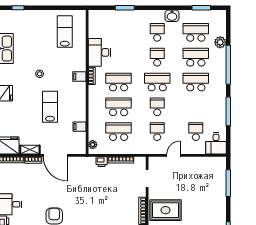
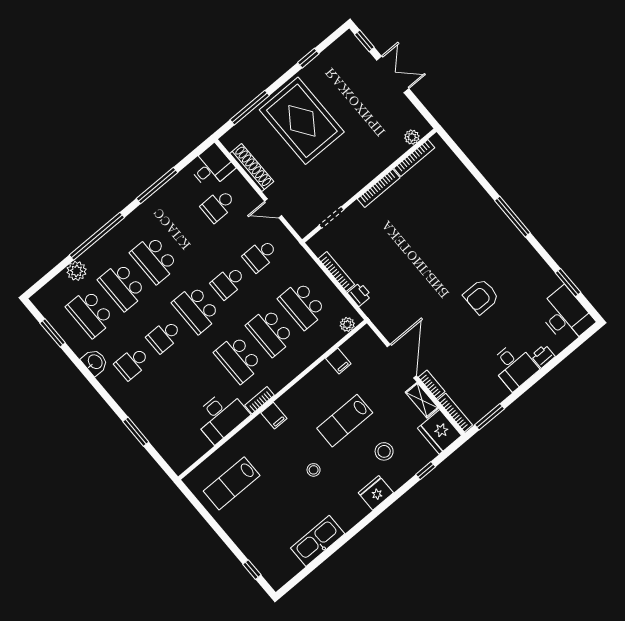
stool: (21, 113) -> (384, 451), added
shoe rack: (200, 161) -> (252, 168), added
rug: (166, 210) -> (302, 121), moved, width x1.37, depth x1.44

